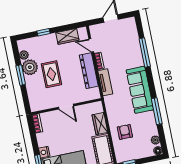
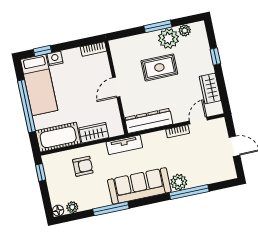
plant: (137, 60) -> (179, 182), added
dresser: (89, 71) -> (149, 121), moved
tv unit: (105, 82) -> (124, 145), moved

